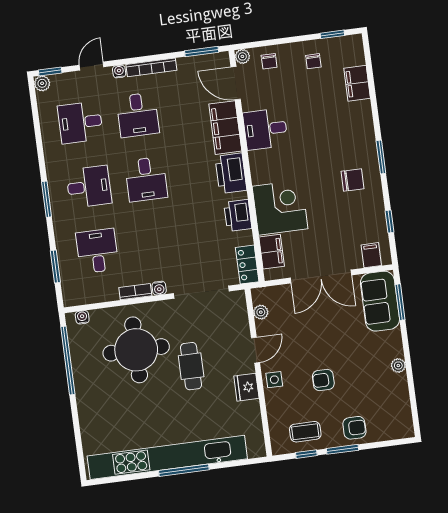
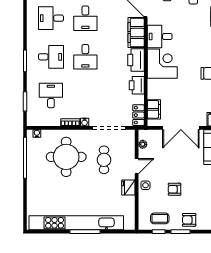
corner desk: (280, 208) -> (162, 64), moved
cafe table: (191, 366) -> (104, 160), moved
armchair: (354, 428) -> (189, 220), turned 180

